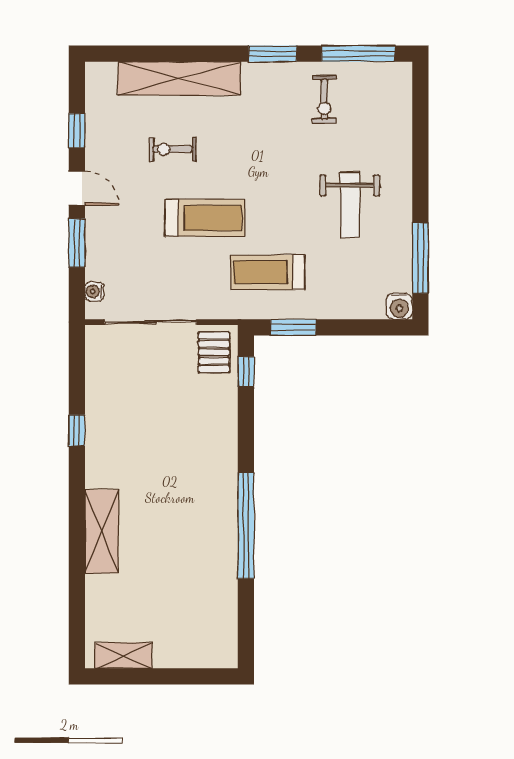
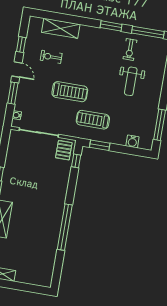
shelving: (179, 78) -> (61, 28), width x0.68
exercise bike: (173, 149) -> (51, 57), moved
weight bench: (350, 205) -> (131, 81), moved
water cooler: (399, 306) -> (132, 141), moved

